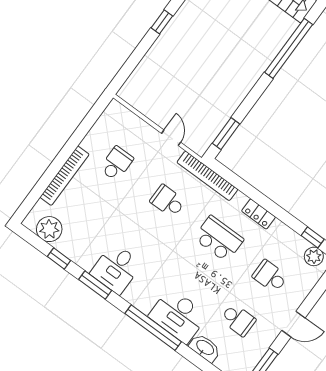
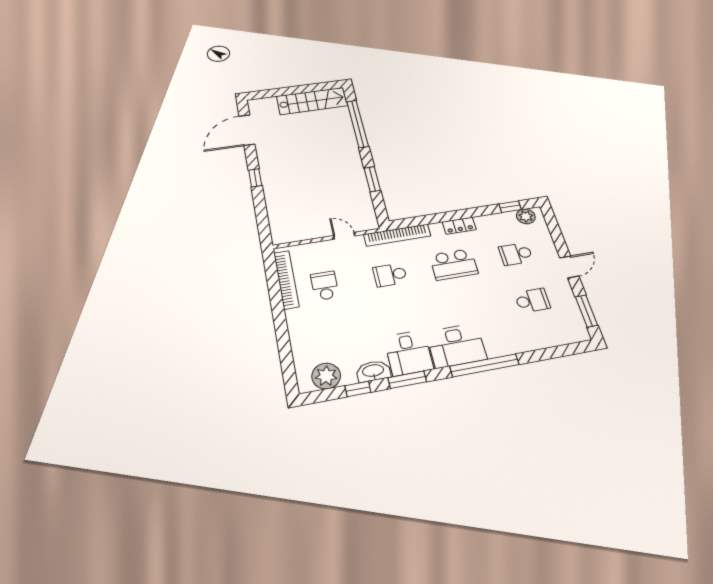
window: (226, 134) -> (372, 179), moved
bookcase: (64, 176) -> (286, 280), moved
school desk: (219, 239) -> (454, 264), turned 180
desk: (178, 316) -> (456, 346), moved
washbasin: (205, 348) -> (373, 371), moved

